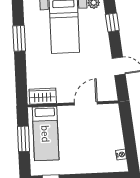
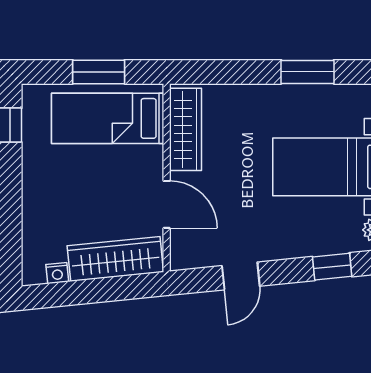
wardrobe: (43, 96) -> (185, 129), width x1.50
wardrobe: (113, 127) -> (115, 259), added

